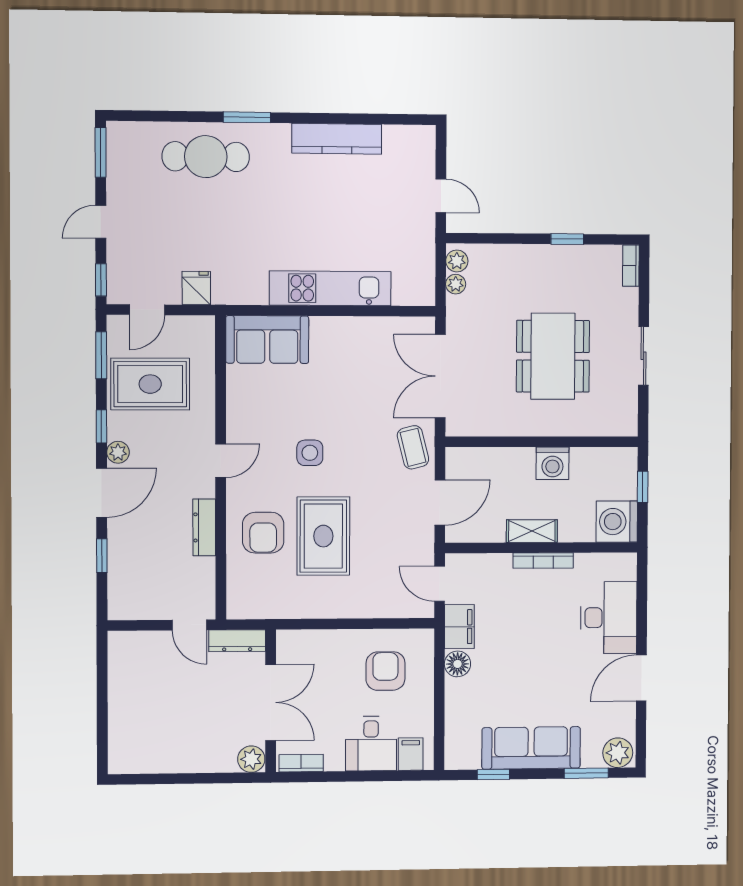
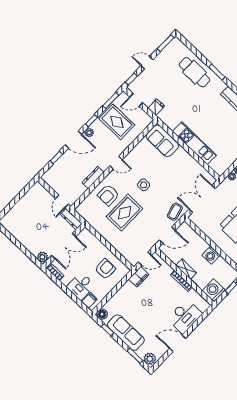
door: (440, 584) -> (145, 259), swing flipped
floor lamp: (457, 664) -> (102, 314), moved

